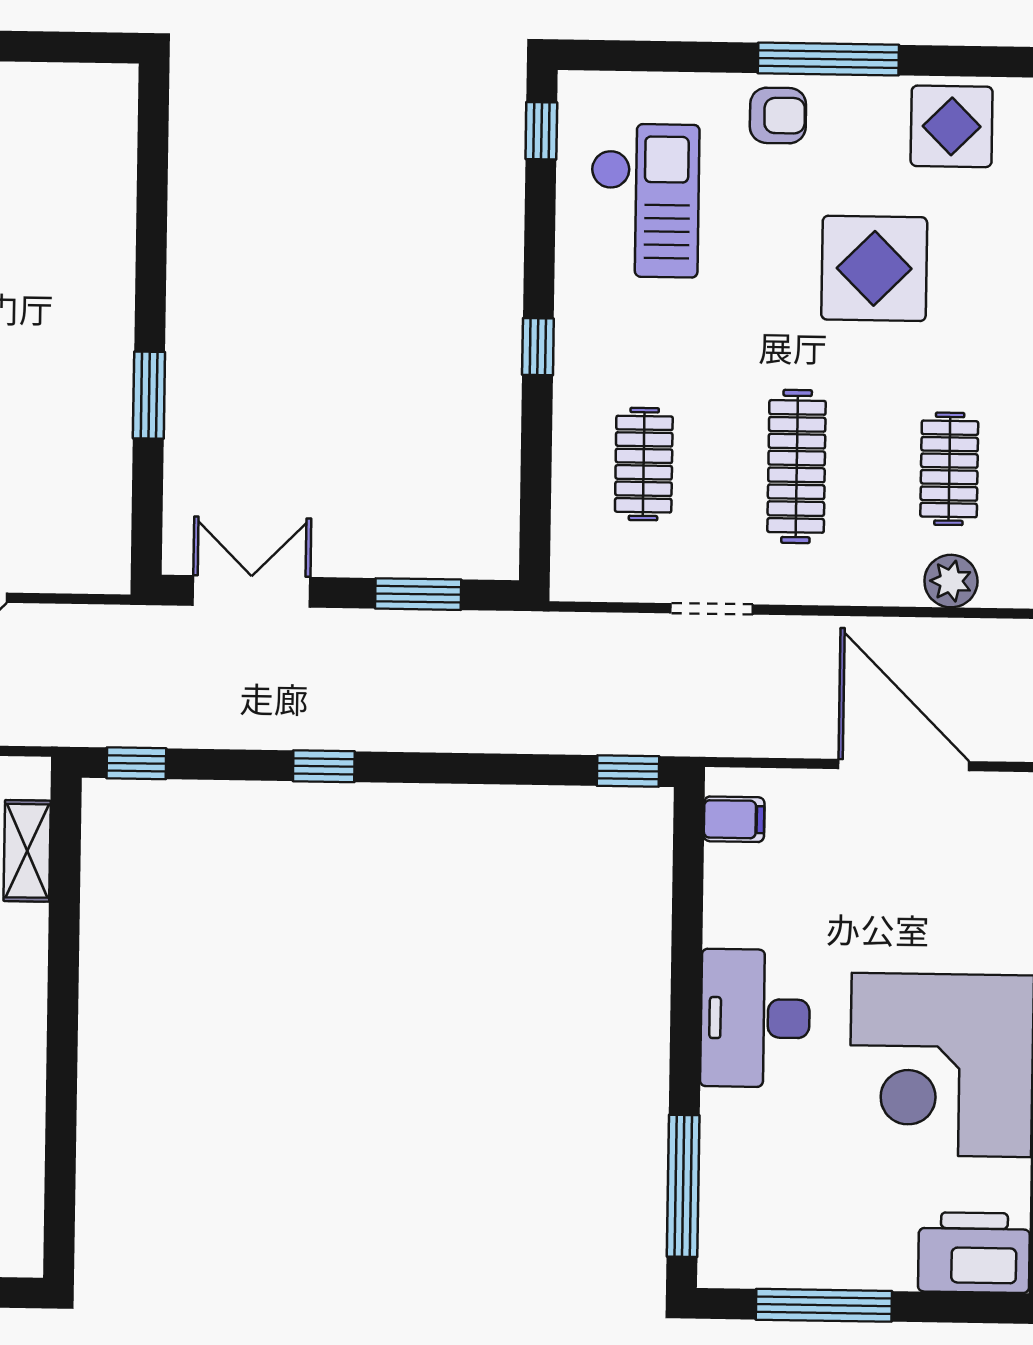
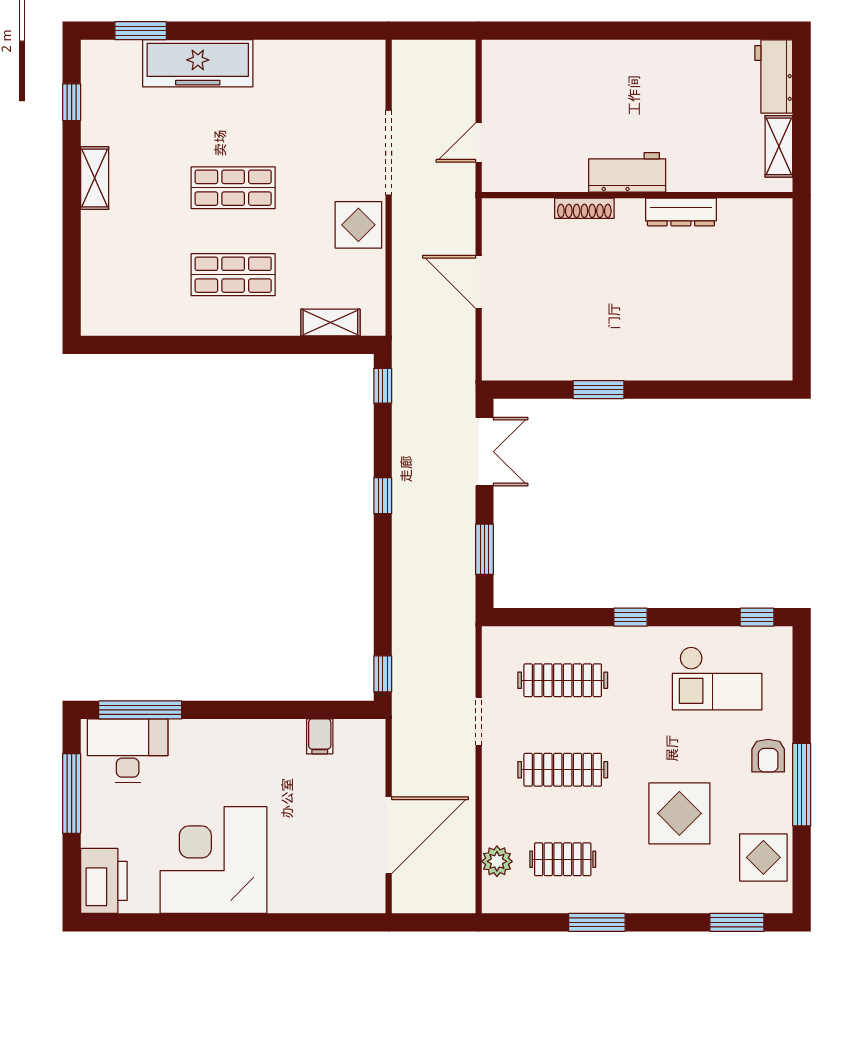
clothes rail: (644, 464) -> (563, 680), width x1.36
filing cabinet: (734, 819) -> (320, 736), moved
desk: (755, 1018) -> (128, 751), moved

